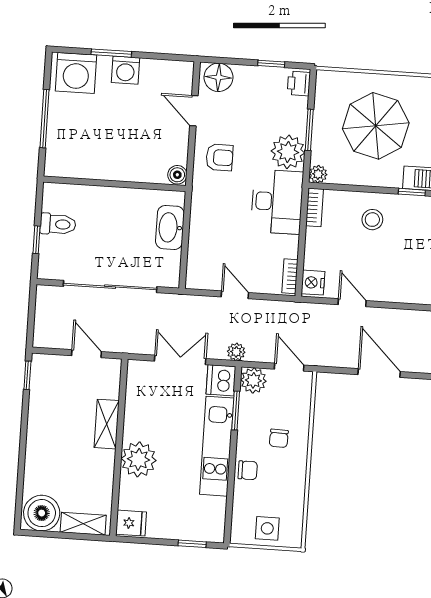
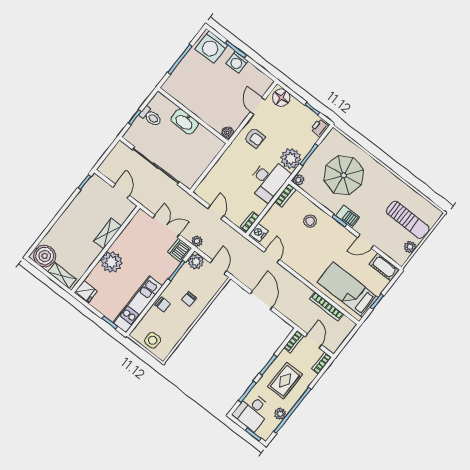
washbasin: (170, 227) -> (185, 122), moved, turned -90
kitchen unit: (217, 446) -> (138, 304), moved

